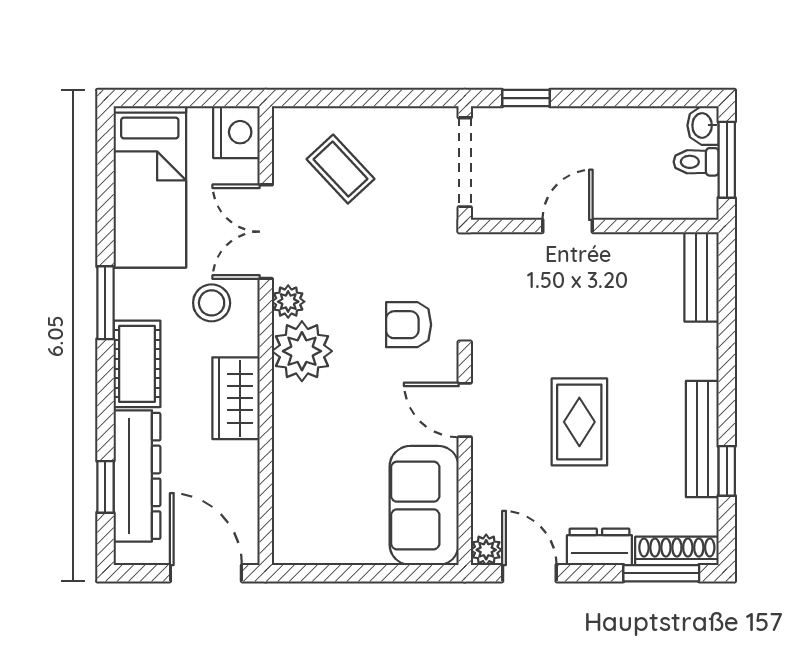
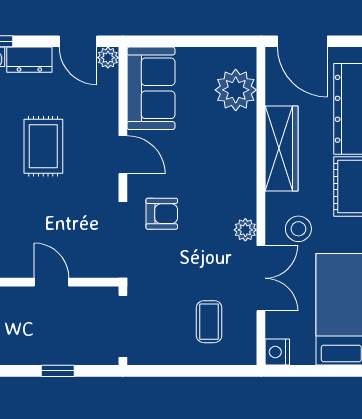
window: (526, 98) -> (58, 371), moved
nightstand: (236, 132) -> (277, 352), width x0.74, depth x0.75
coffee table: (340, 169) -> (209, 322), turned 43
door: (568, 226) -> (52, 282), swing flipped
plant: (302, 351) -> (236, 90), moved
wardrobe: (236, 398) -> (281, 149), width x1.50

